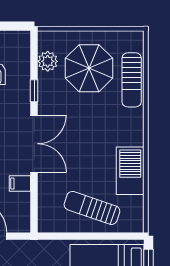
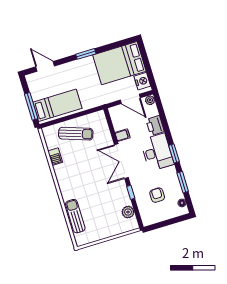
parasol: (89, 68) -> (103, 215), removed
barbecue: (130, 171) -> (55, 157), width x0.53, depth x0.65

